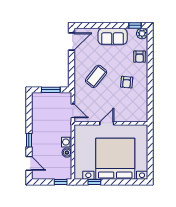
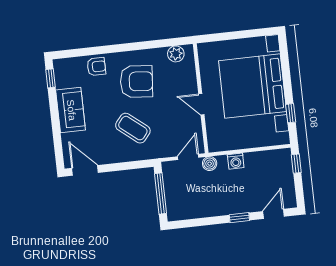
plant: (142, 33) -> (176, 54), moved
armchair: (127, 82) -> (137, 81), width x1.88, depth x1.88
window: (51, 90) -> (161, 194), width x1.44
boiler: (67, 153) -> (210, 164), moved

